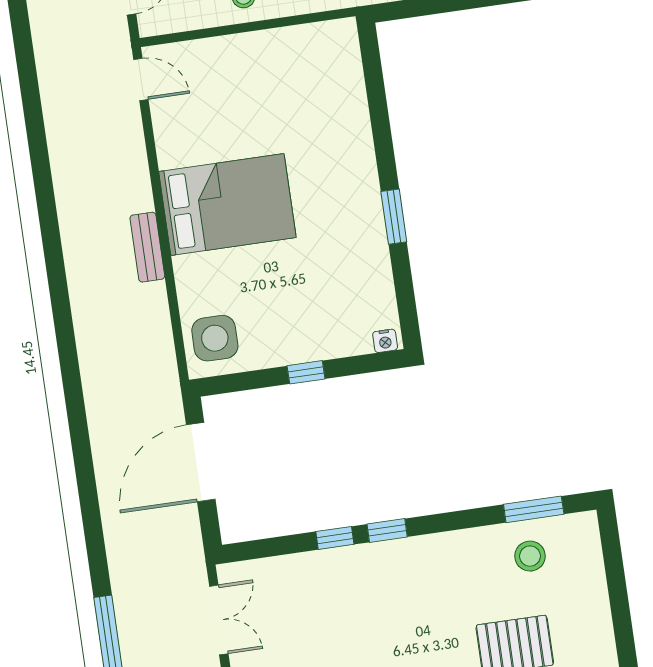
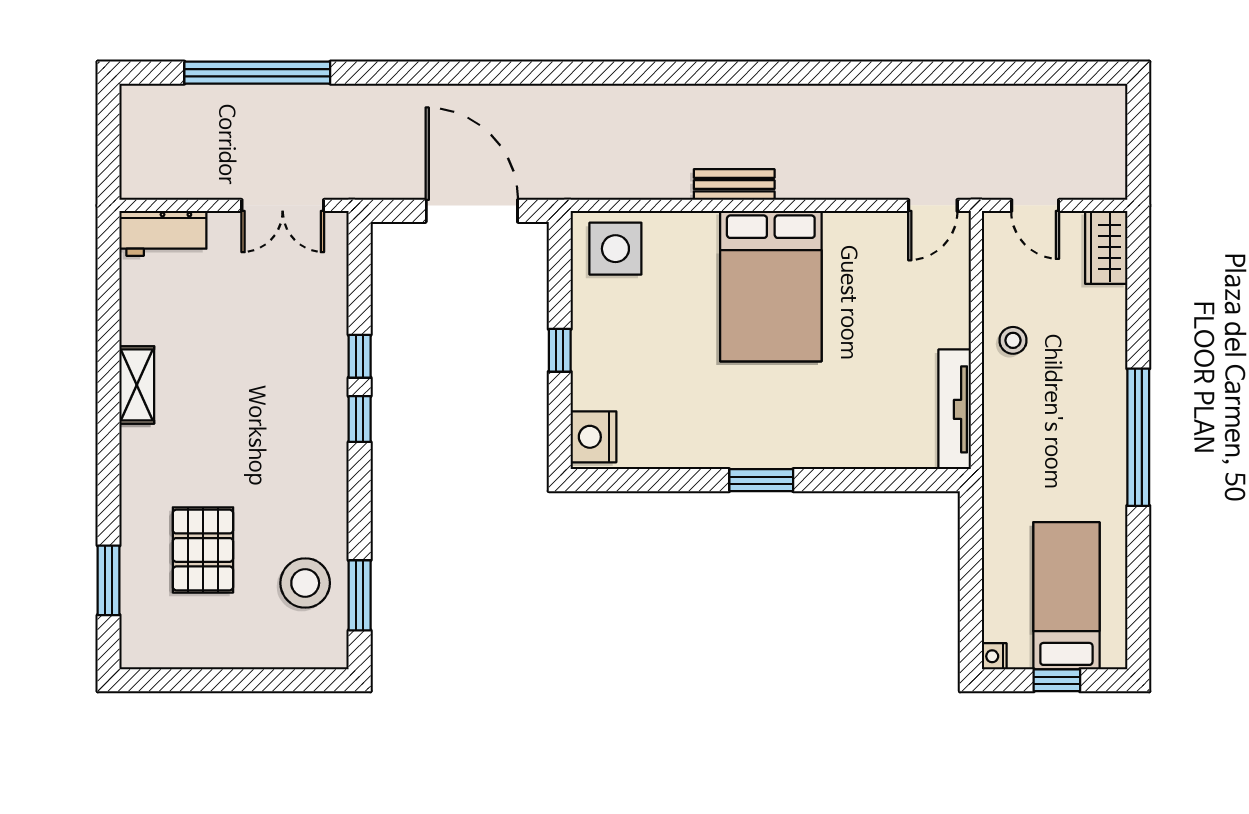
tv unit: (308, 37) -> (955, 409), added
window: (394, 217) -> (761, 480), moved
nightstand: (385, 341) -> (593, 437), width x1.89, depth x1.79
stool: (530, 556) -> (305, 583), width x1.38, depth x1.38

